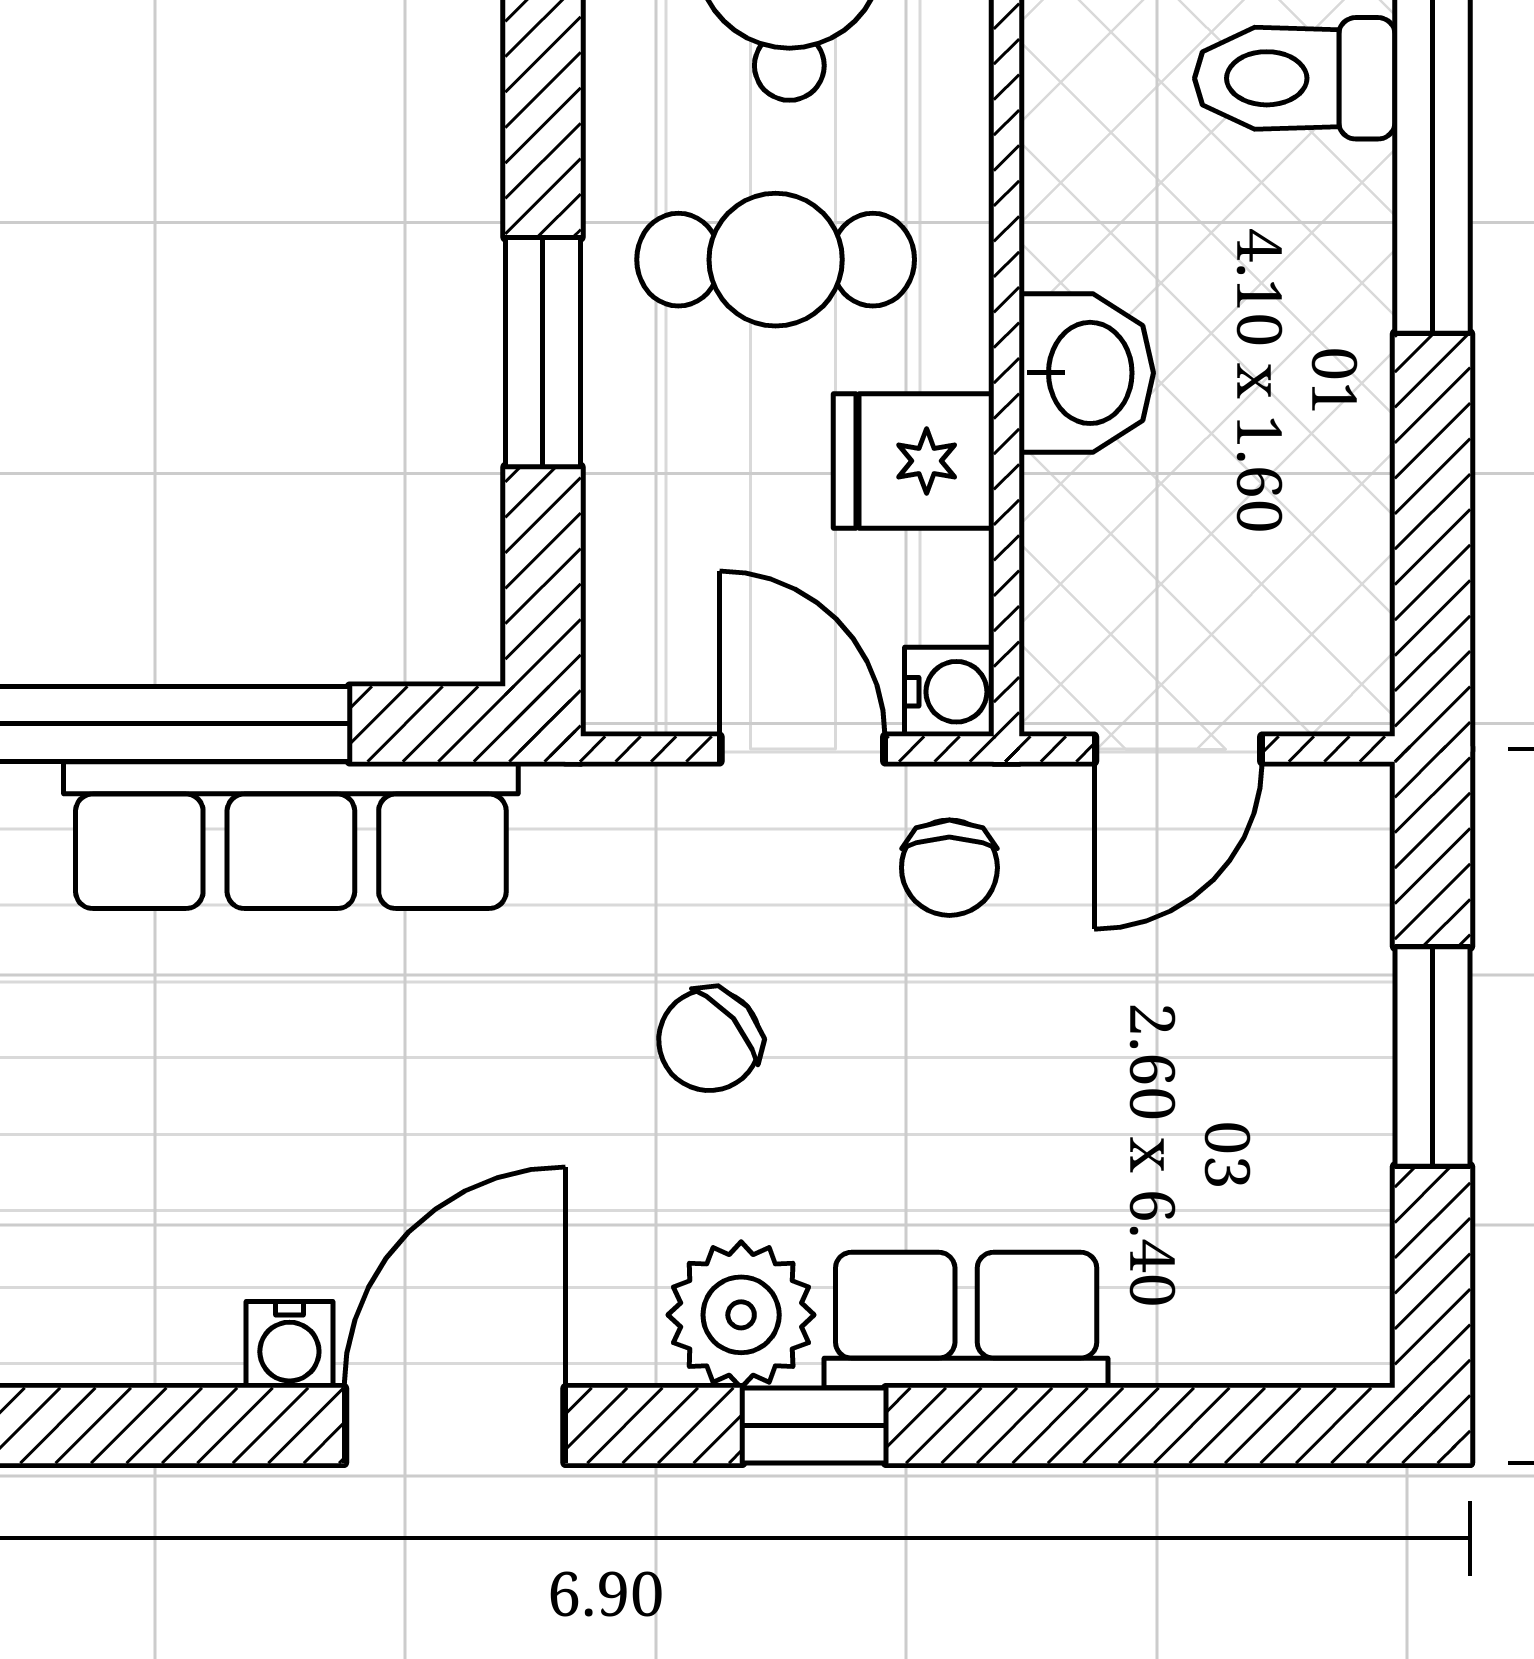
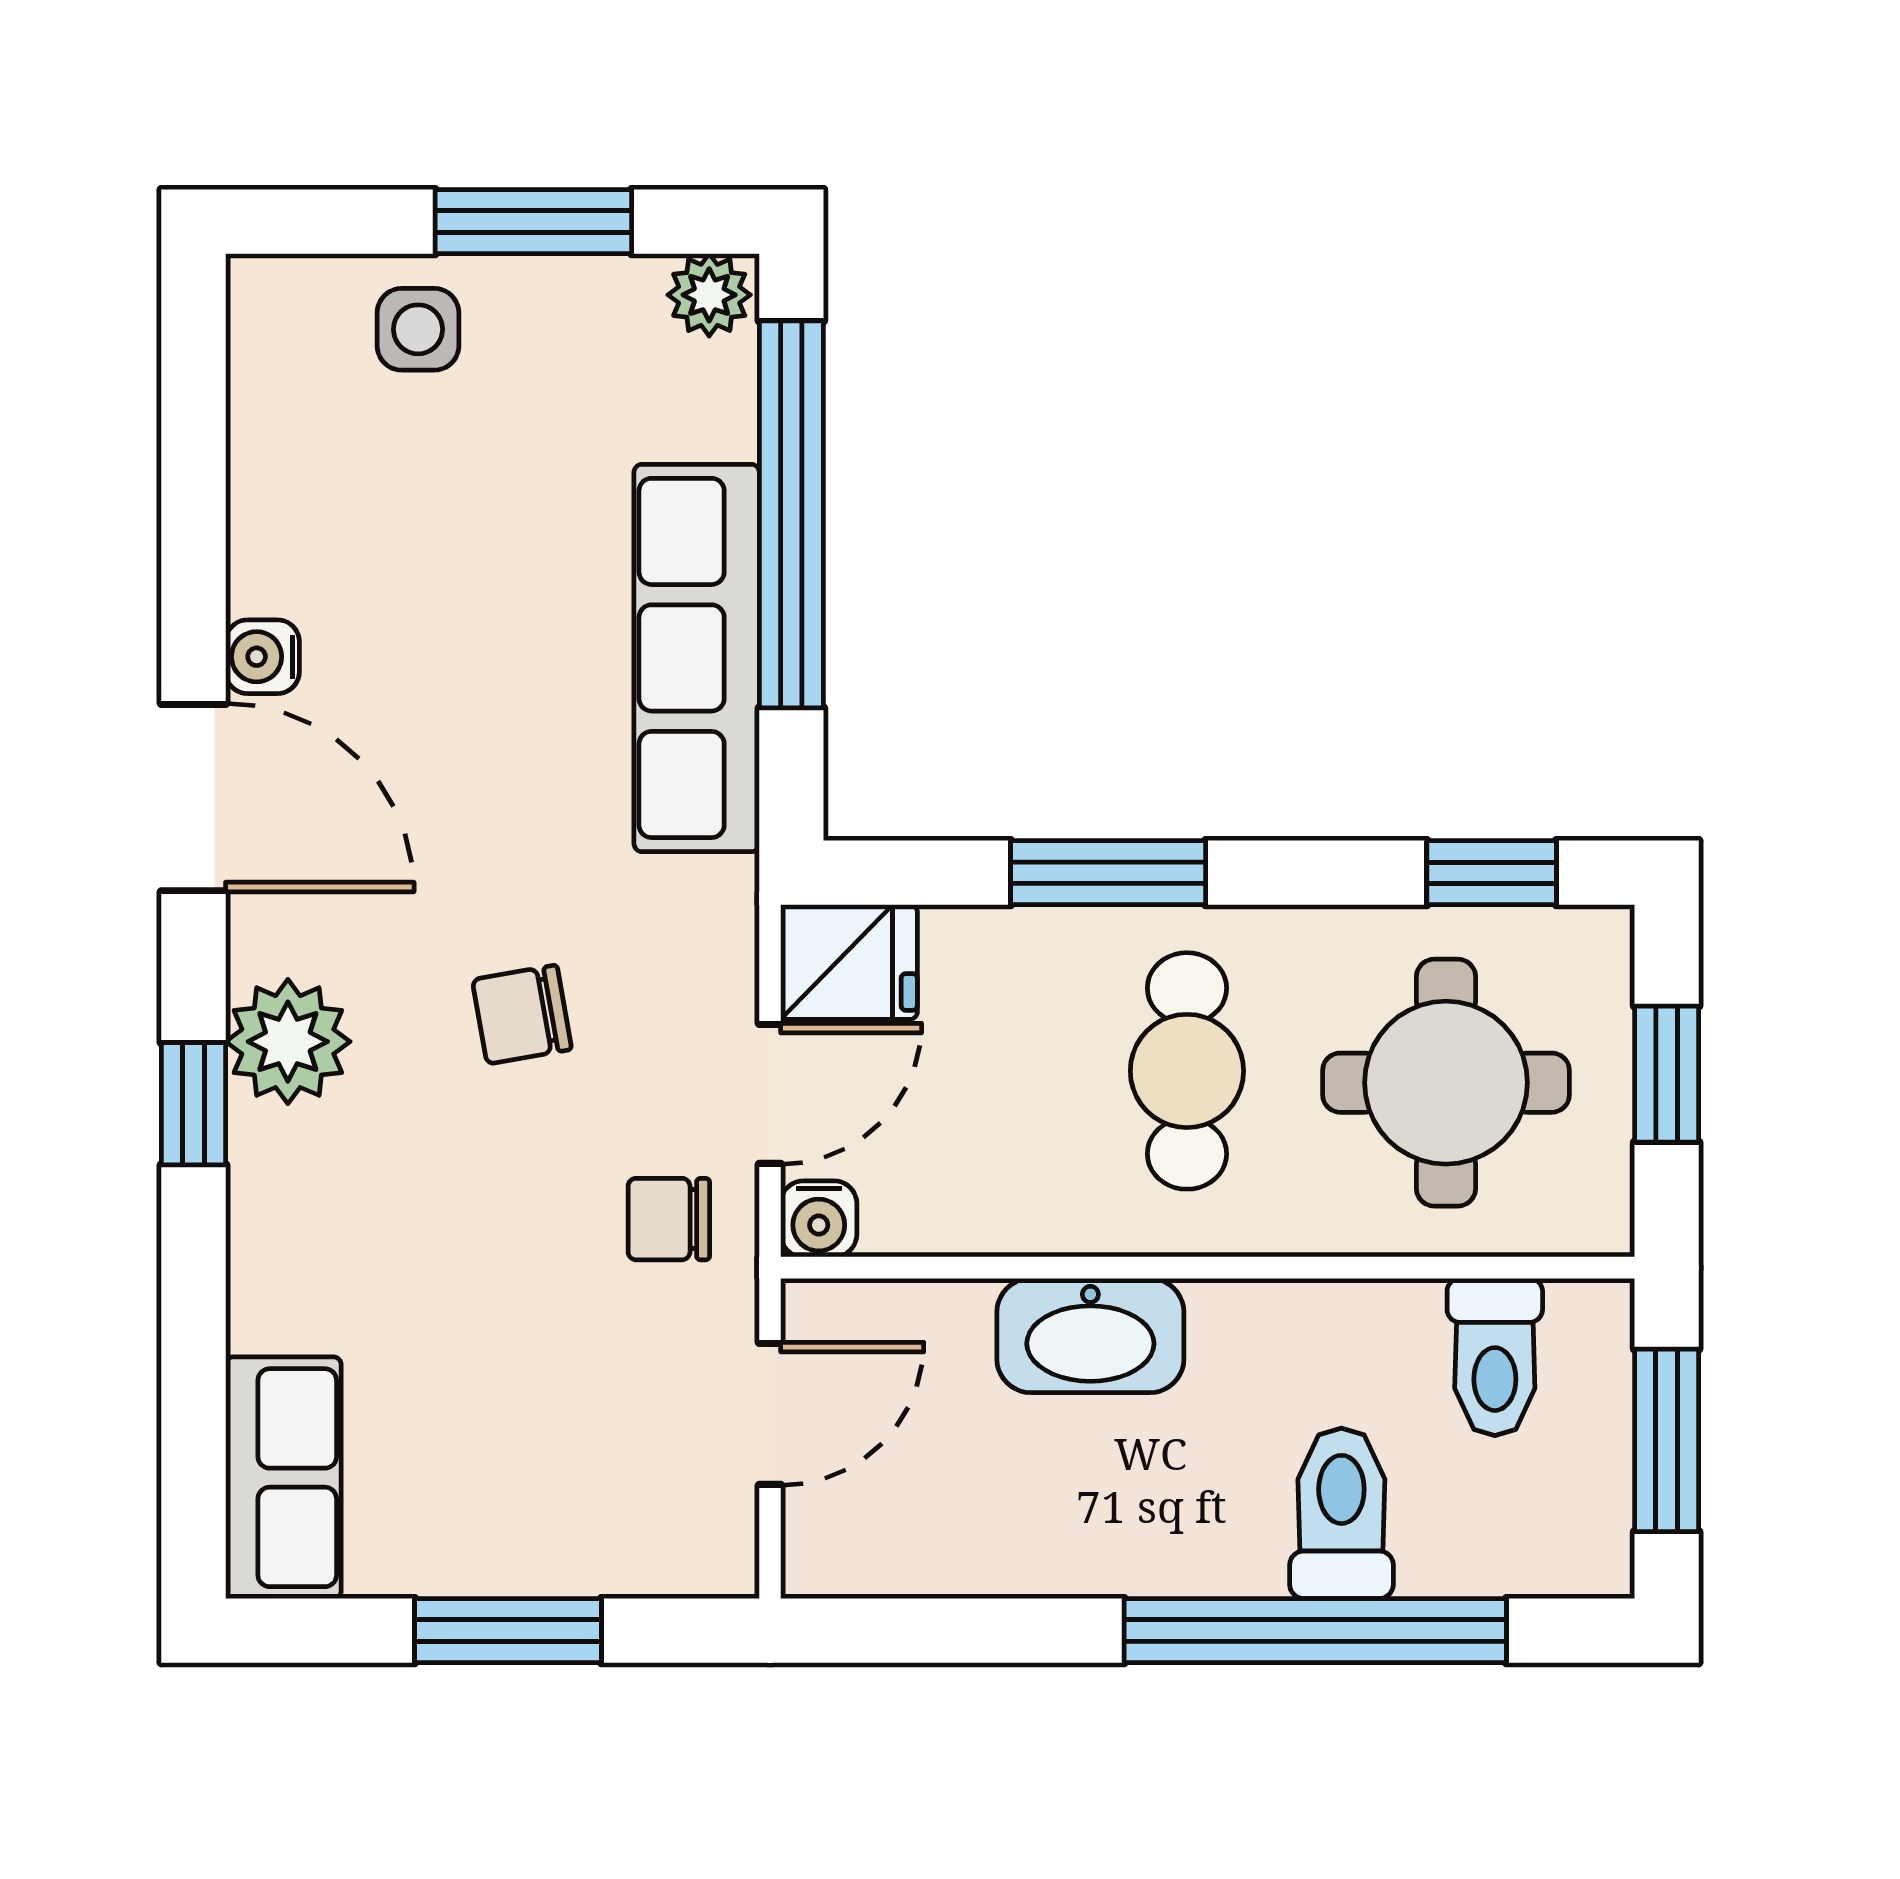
washbasin: (1086, 373) -> (1090, 1336), width x1.38
fridge: (914, 461) -> (849, 962), moved, turned 90
door: (1178, 749) -> (770, 1414), swing flipped
chair: (709, 1040) -> (522, 1015), turned -59
row of seats: (966, 1320) -> (283, 1478), moved

